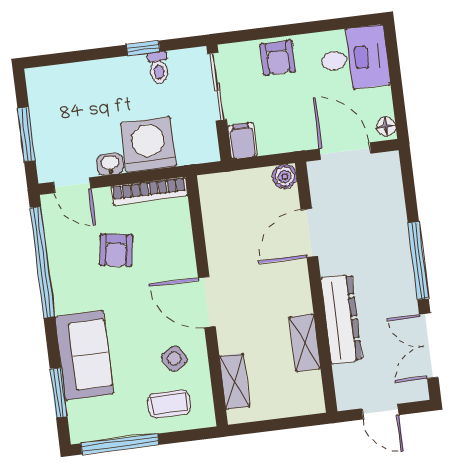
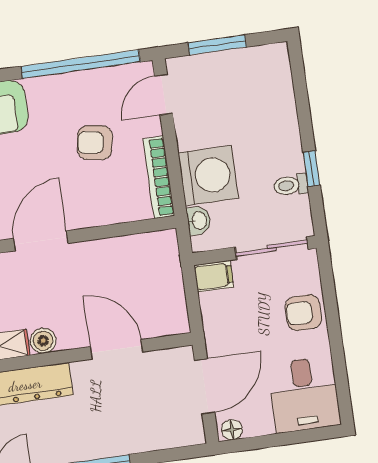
washbasin: (110, 164) -> (199, 220), moved
boiler: (285, 176) -> (43, 341), moved

